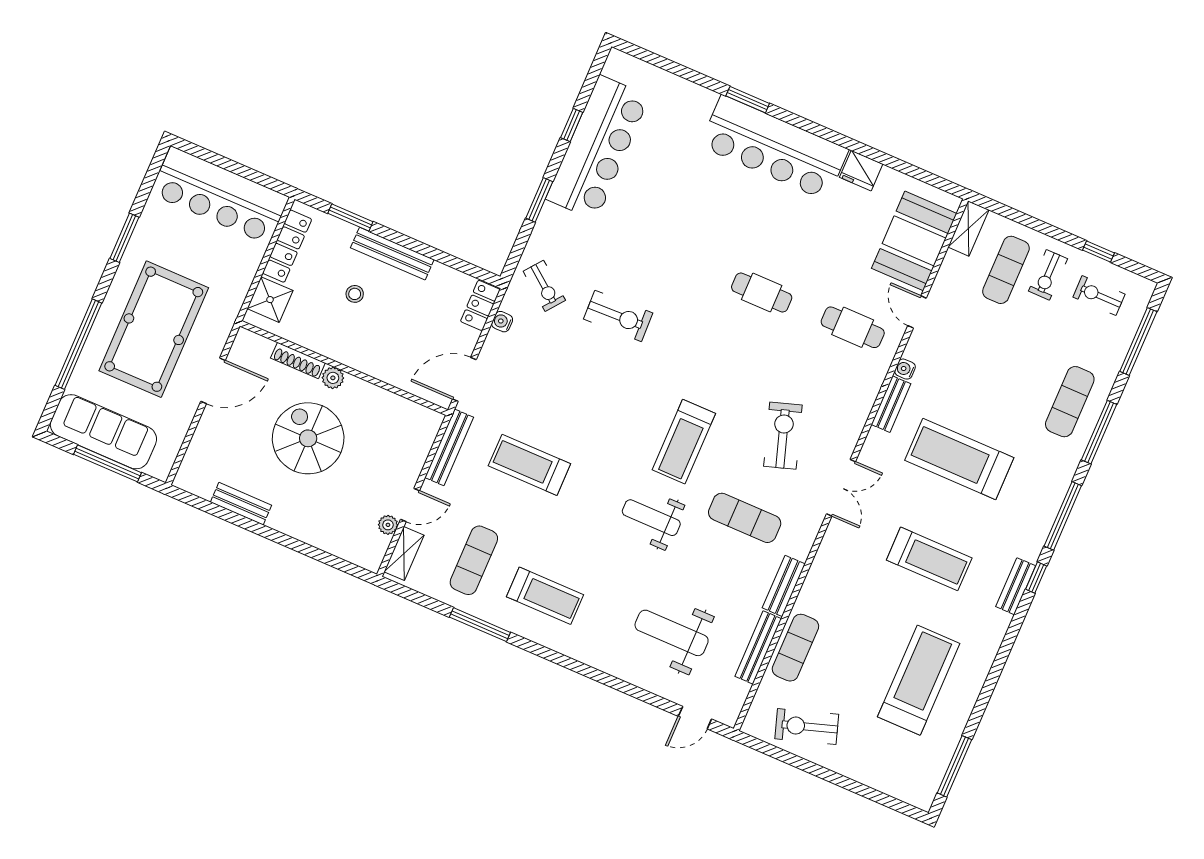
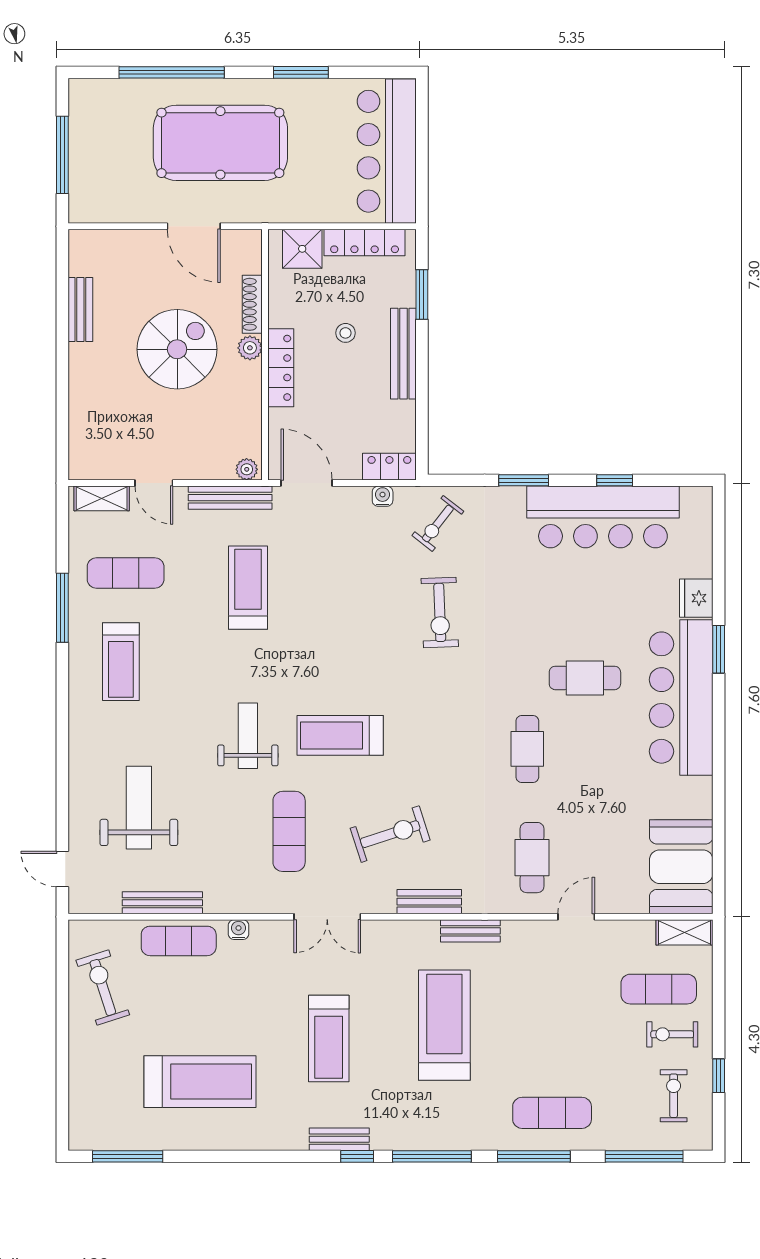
fridge: (861, 171) -> (696, 598), moved
cafe table: (724, 220) -> (585, 678), added
booth: (914, 241) -> (681, 867), moved, turned 90
locker: (360, 360) -> (281, 368), added
water cooler: (905, 369) -> (239, 930), moved
sofa: (103, 432) -> (93, 137), removed
double door: (841, 488) -> (327, 917), moved
plant: (388, 525) -> (247, 469), moved
bench: (784, 586) -> (429, 902), moved

